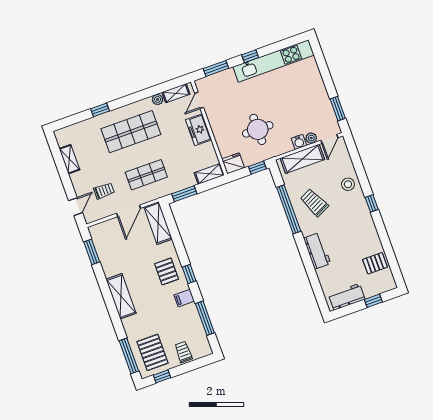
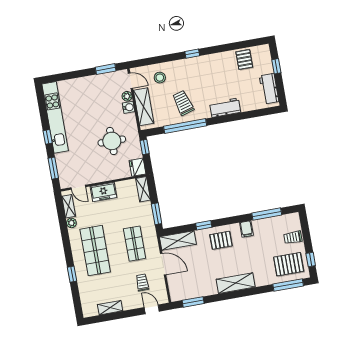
stool: (348, 184) -> (160, 78), moved
trolley: (314, 203) -> (183, 103), turned 100
window: (189, 274) -> (204, 225), moved

